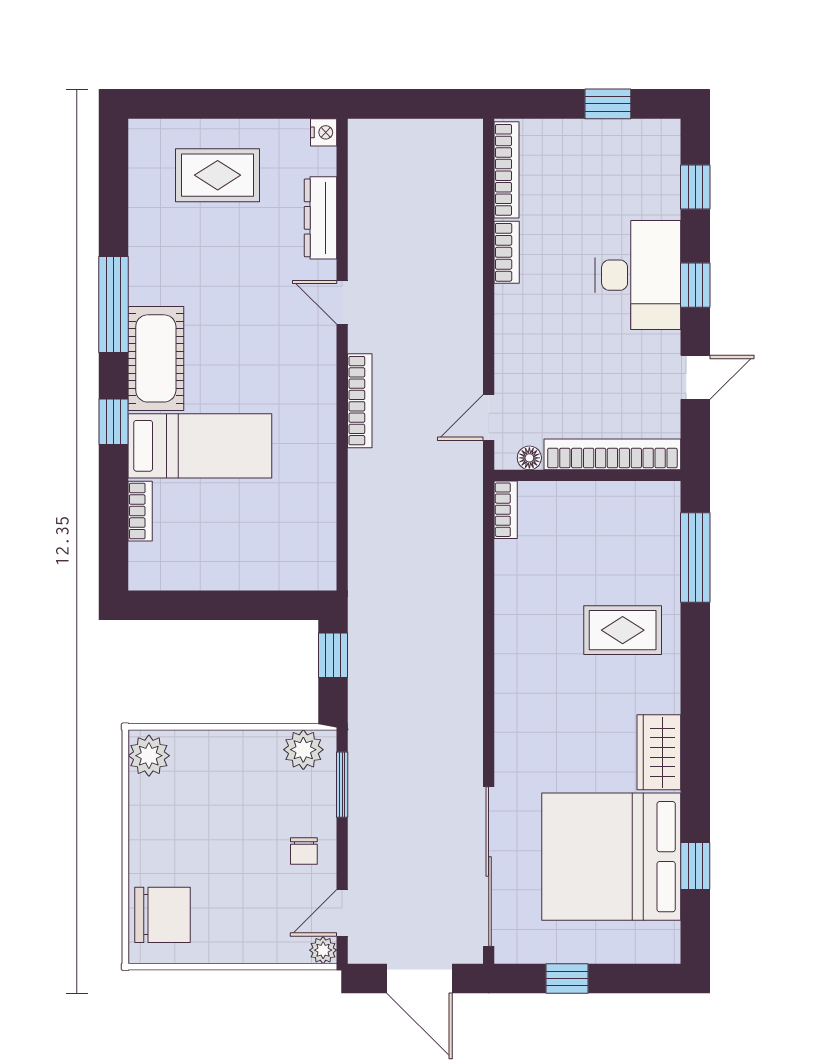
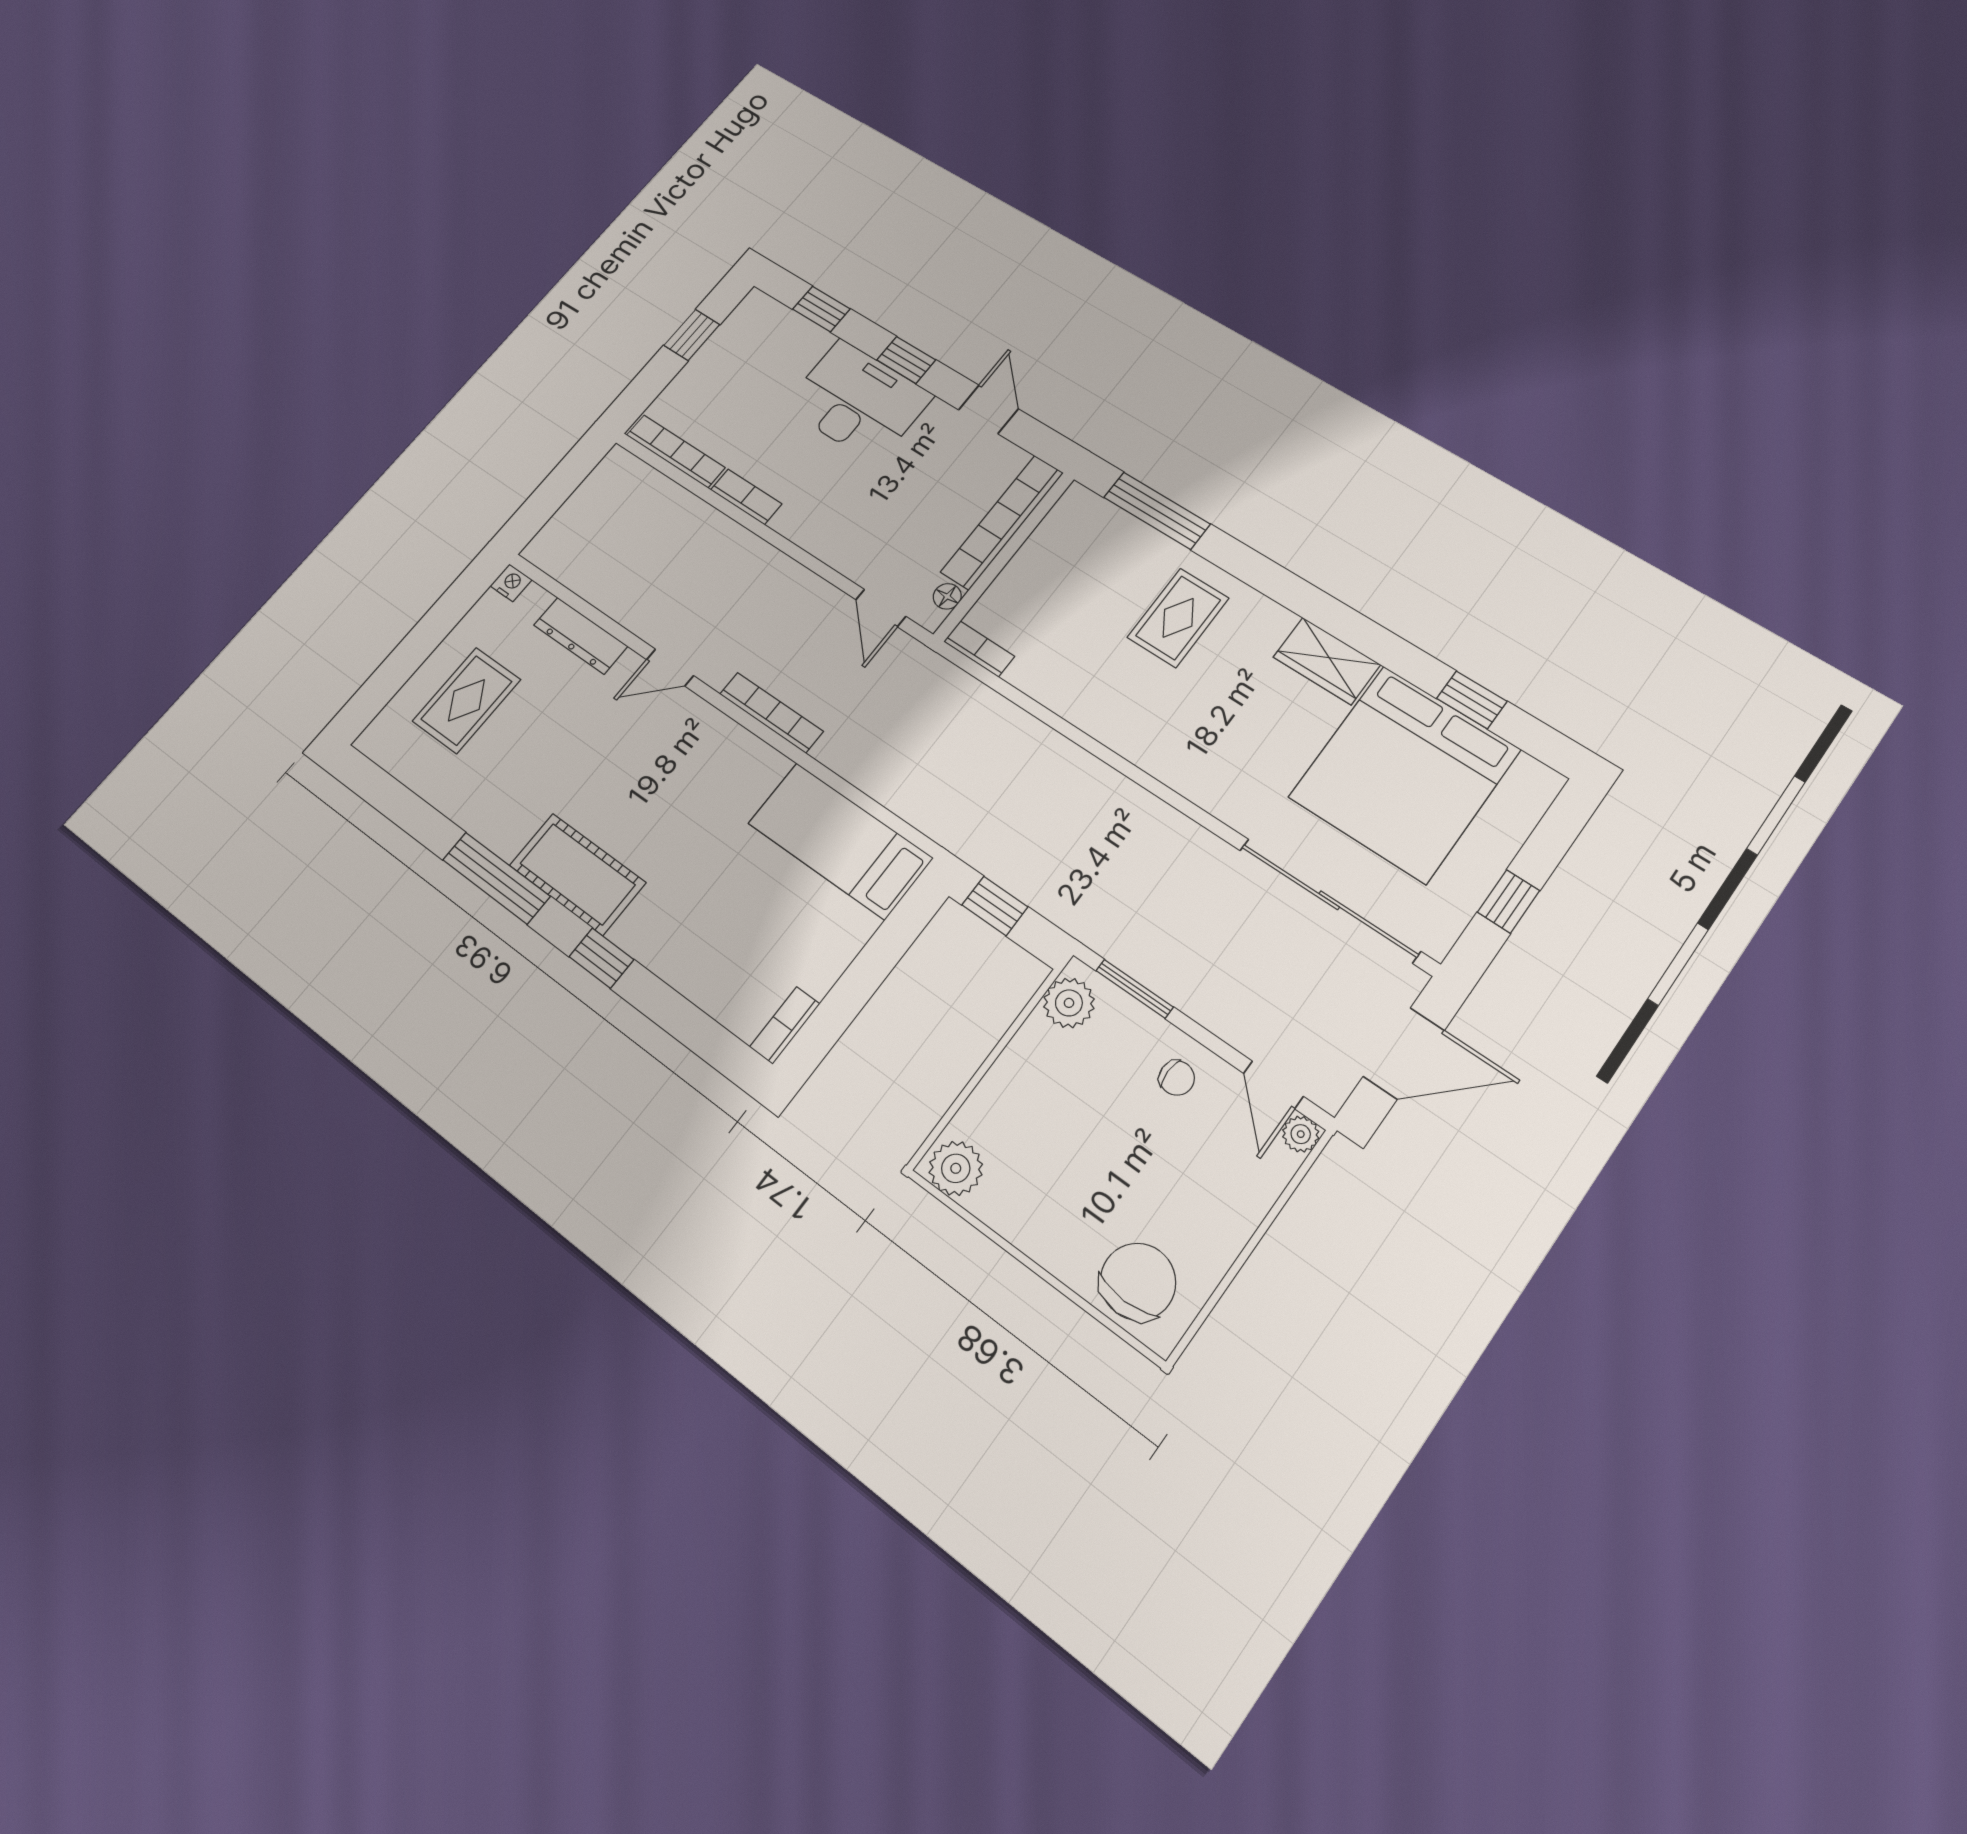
bed: (200, 446) -> (840, 840), moved, turned -90
bookcase: (140, 511) -> (785, 1025), moved, turned -90

